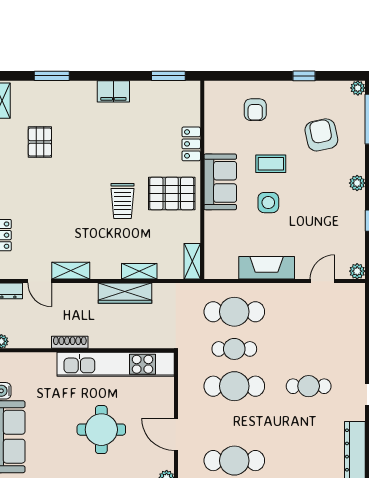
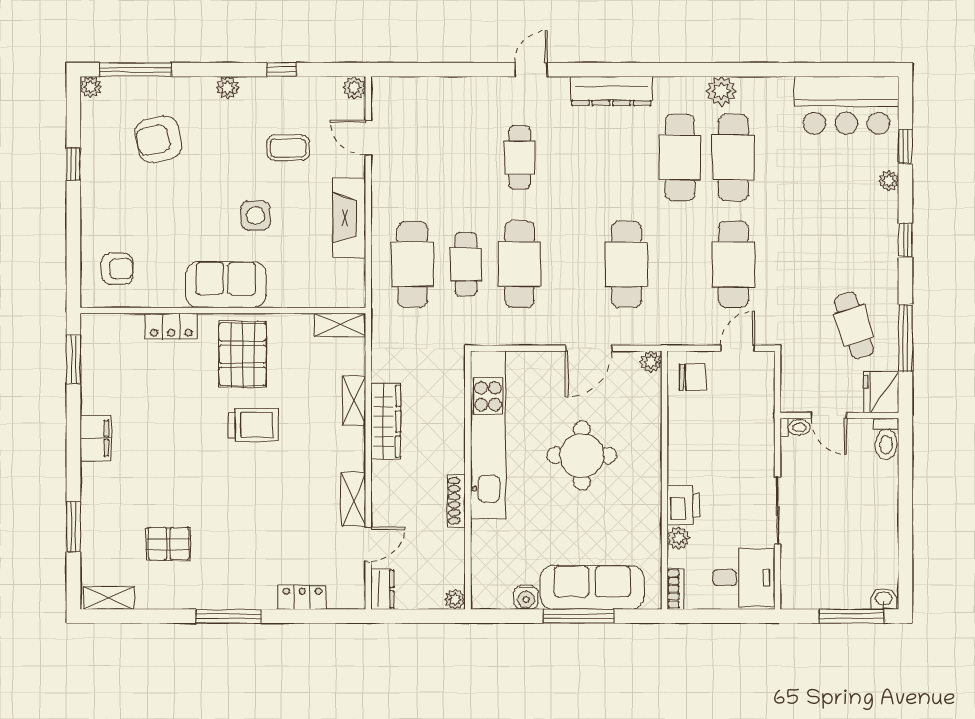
armchair: (255, 110) -> (117, 269), moved
coffee table: (271, 164) -> (288, 148), moved, turned 90

